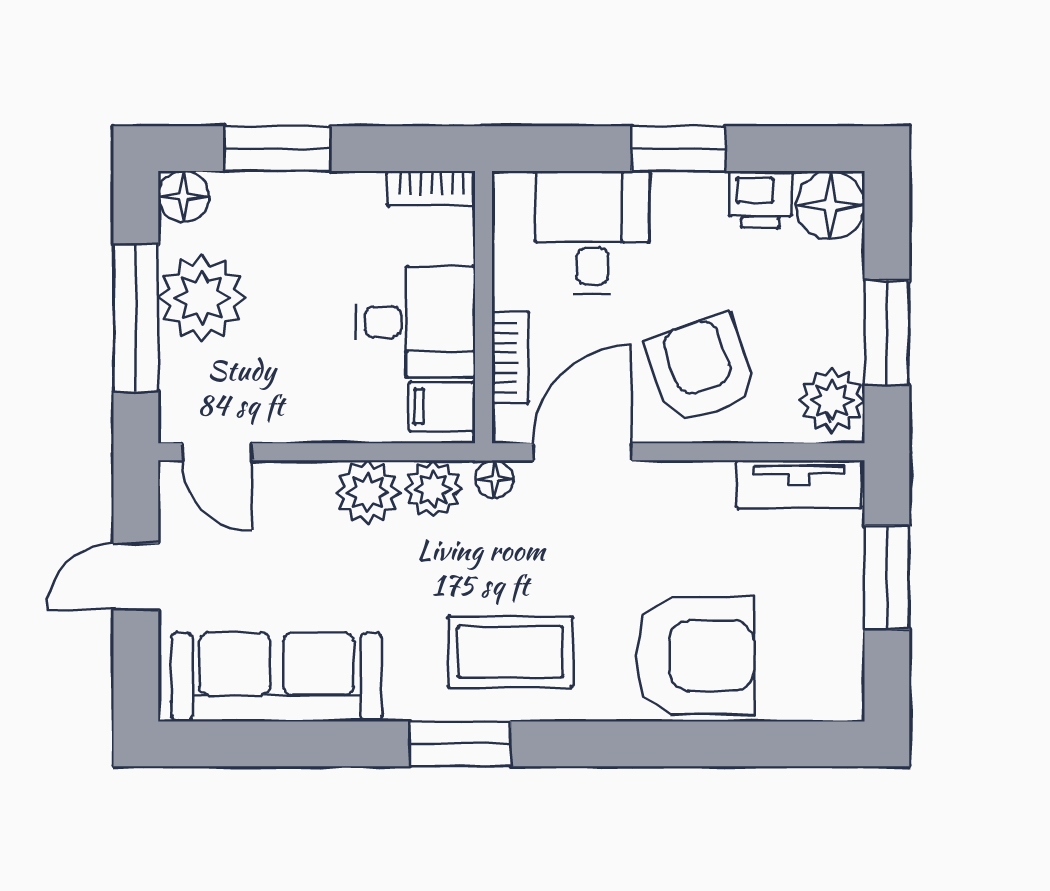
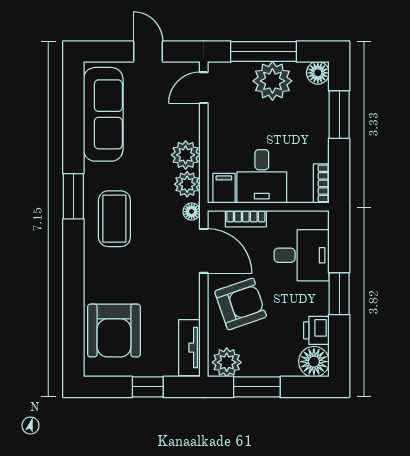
window: (887, 577) -> (148, 387), width x0.67
armchair: (695, 656) -> (114, 331), moved

